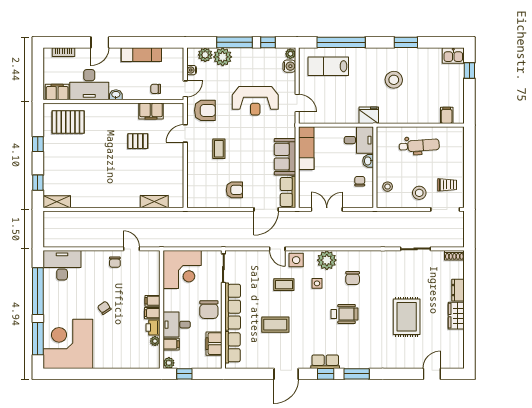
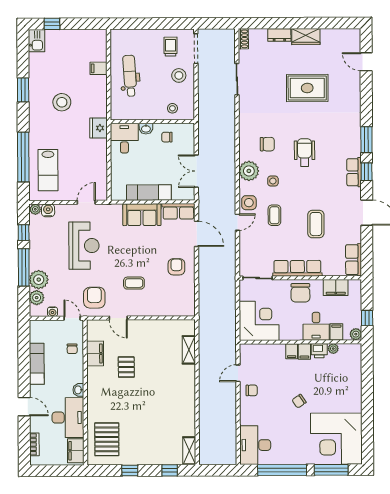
filing cabinet: (447, 115) -> (99, 68), moved
exam couch: (306, 148) -> (149, 193), moved
chair: (209, 310) -> (300, 293), turned 90
row of seats: (233, 347) -> (354, 260), moved, turned -90

